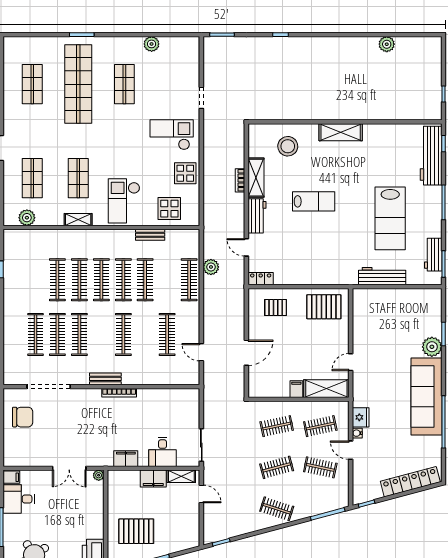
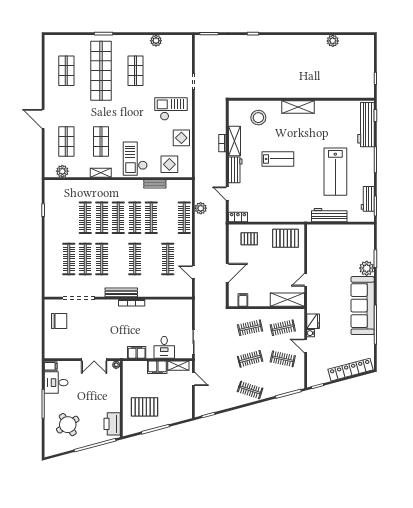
bench: (105, 379) -> (121, 292), width x1.36
filing cabinet: (296, 389) -> (243, 300), moved

